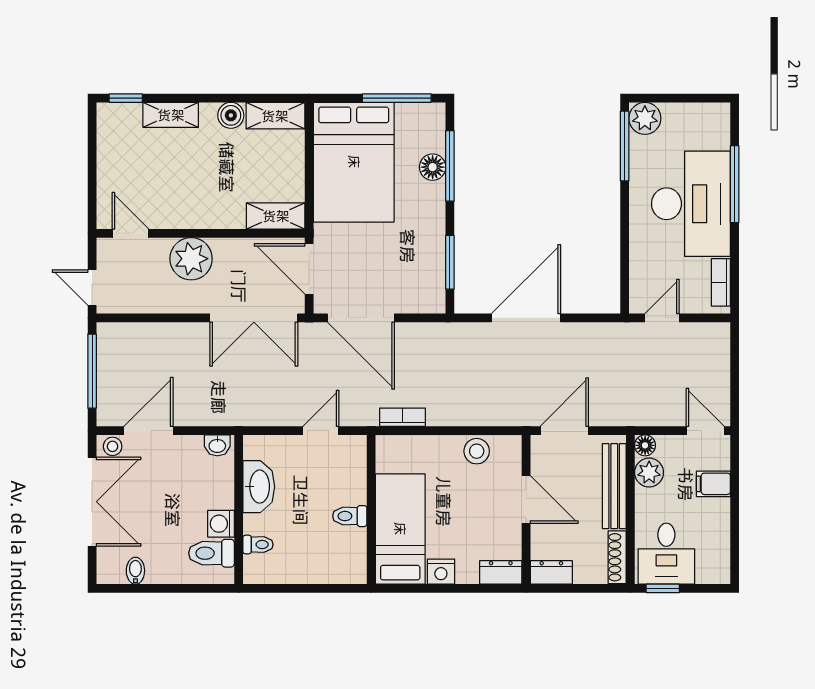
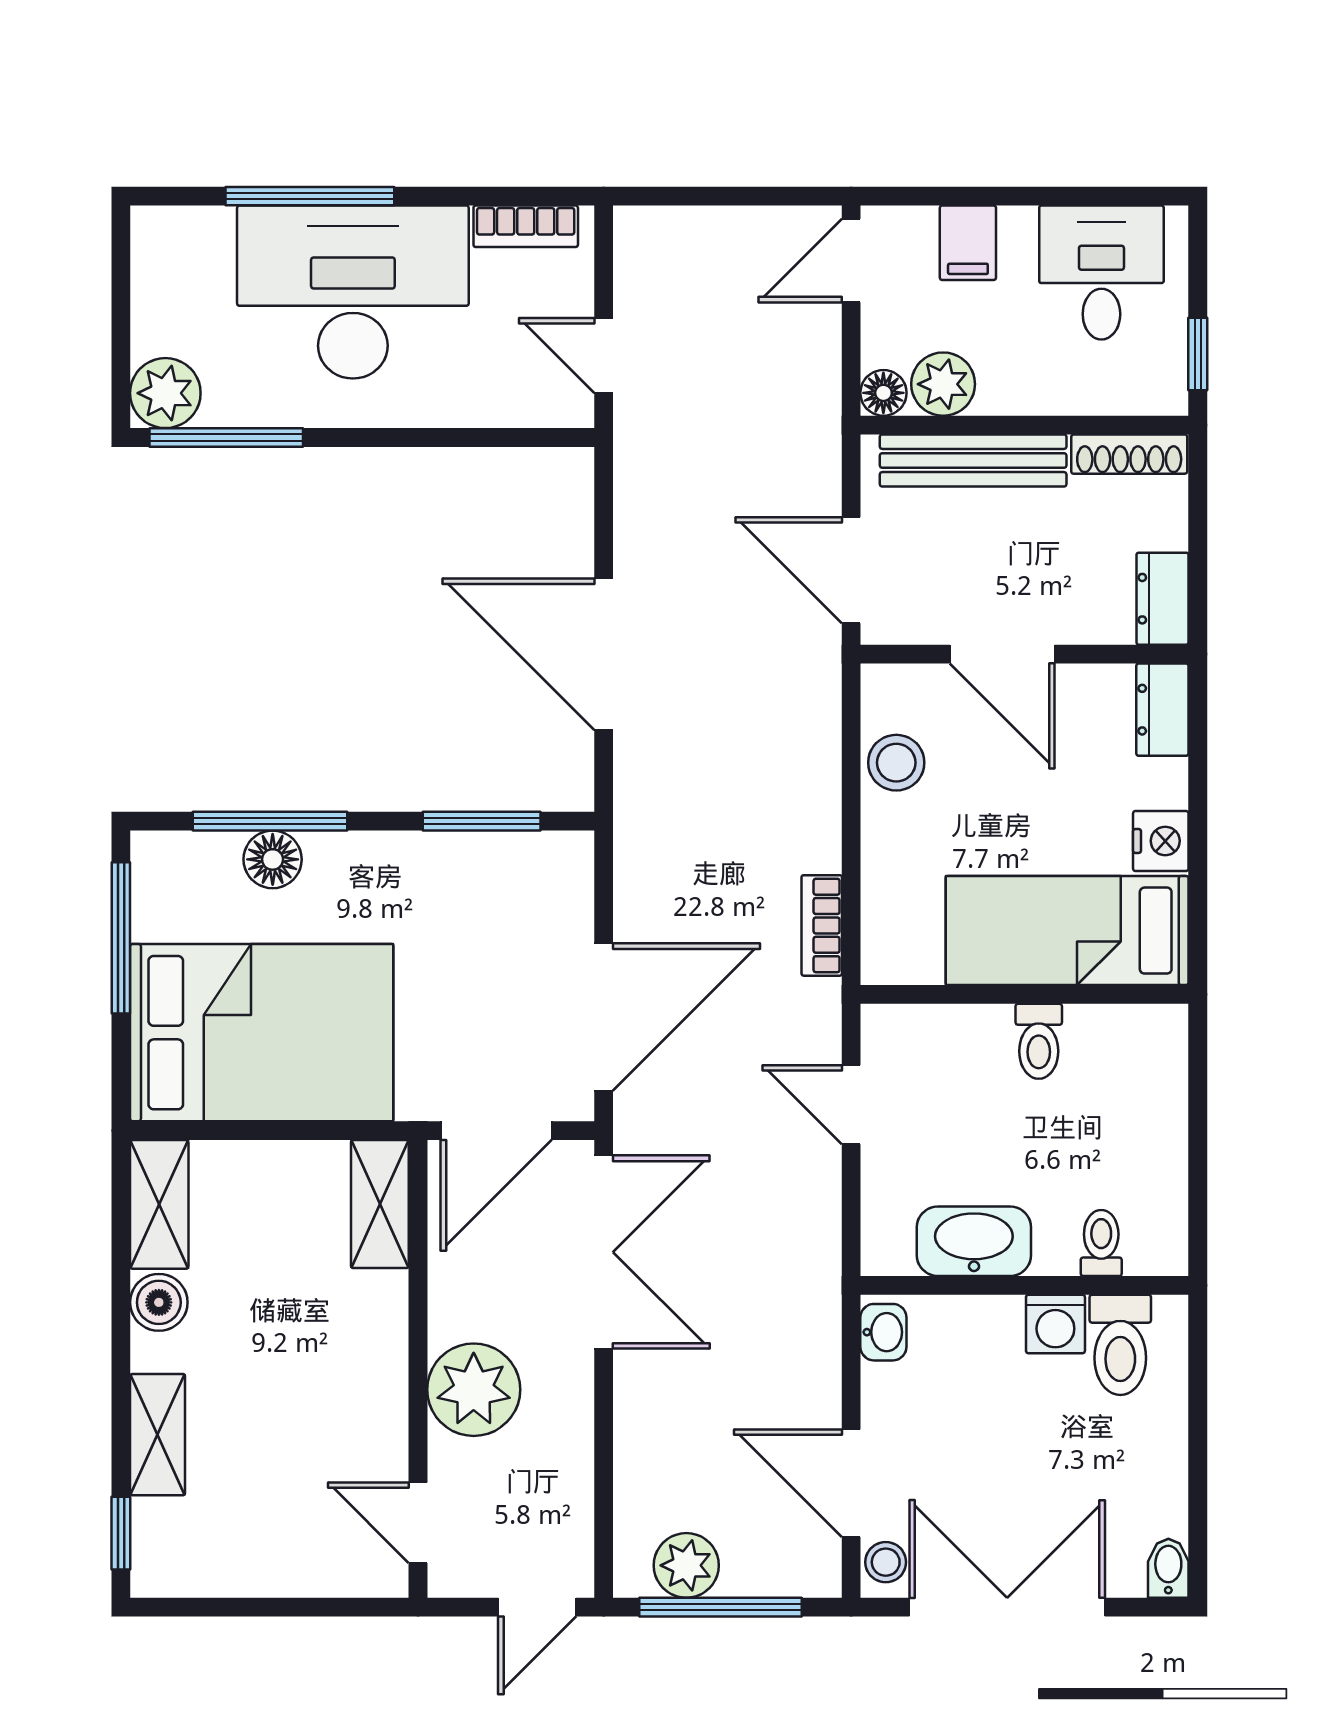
door: (131, 233) -> (418, 1523), hinge flipped
plant: (111, 356) -> (686, 1565), added
door: (526, 499) -> (1002, 654), swing flipped
desk: (666, 554) -> (1101, 272), moved, turned -90
bidet: (135, 571) -> (1168, 1568), moved, turned 90

